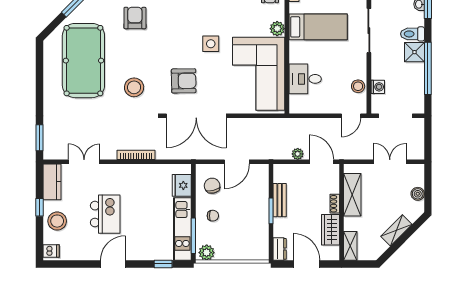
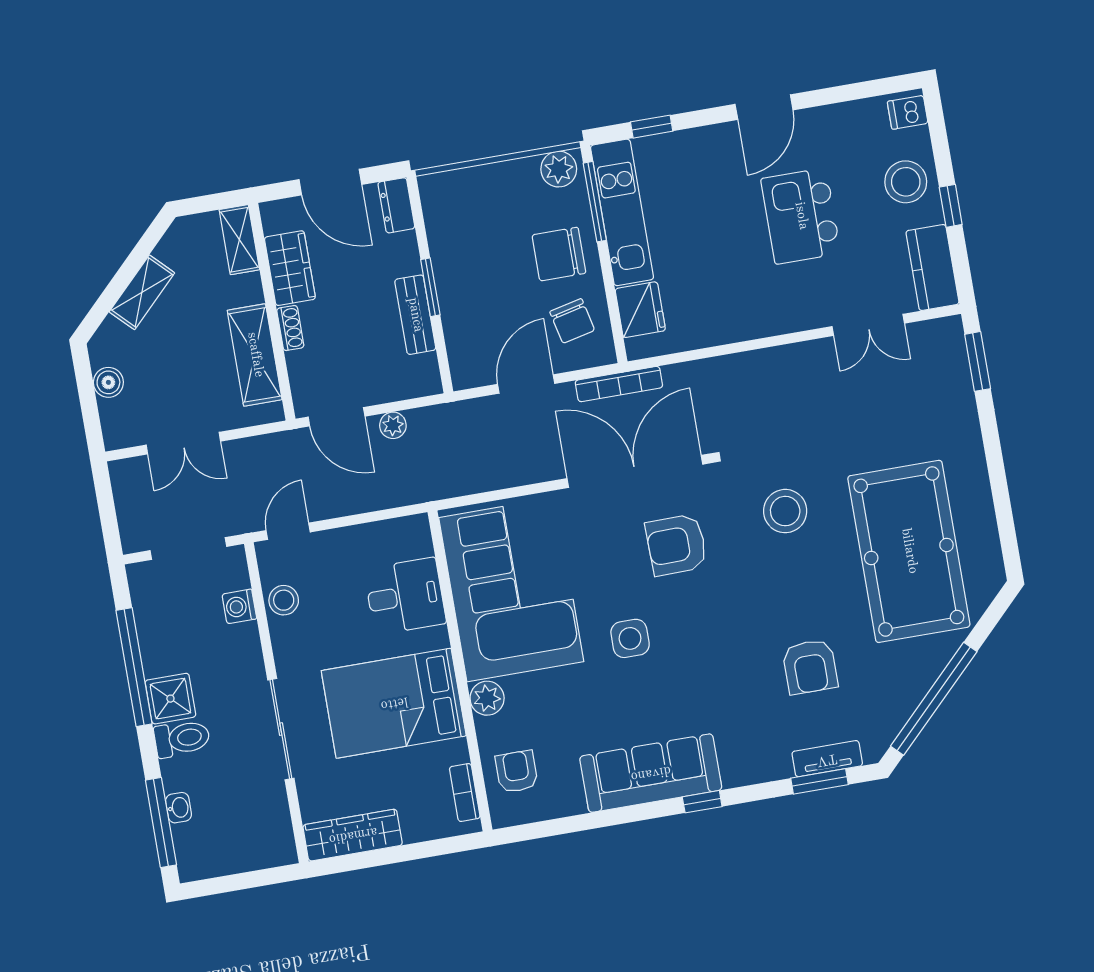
bed: (318, 27) -> (394, 703), width x1.50
bookcase: (136, 155) -> (619, 384), moved
chair: (213, 216) -> (559, 254), width x1.87, depth x1.87

